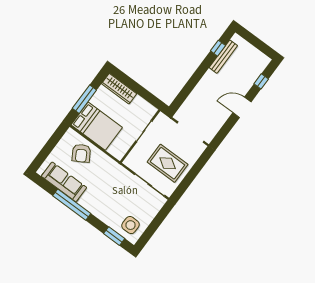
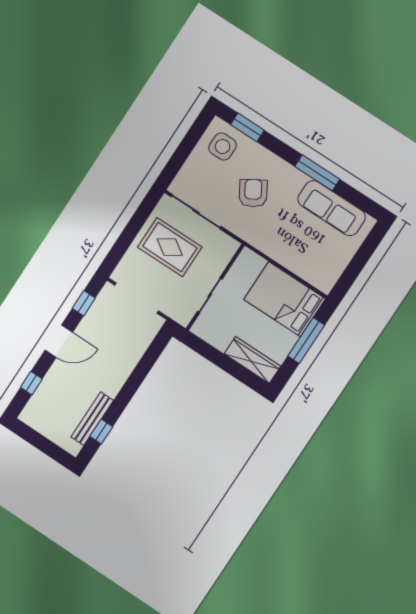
window: (225, 131) -> (84, 303), added
armchair: (81, 153) -> (253, 193), moved
window: (72, 205) -> (317, 173), width x0.68

